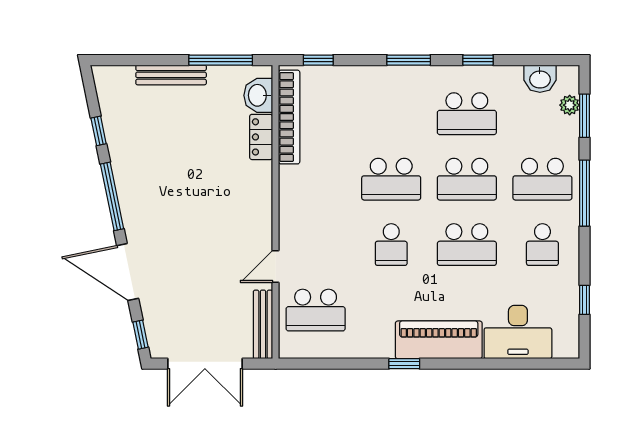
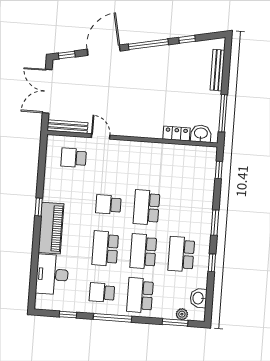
bench: (171, 75) -> (217, 70), moved
bookcase: (289, 117) -> (187, 151), removed
window: (584, 193) -> (112, 318), moved
school desk: (316, 310) -> (74, 158), width x0.54

